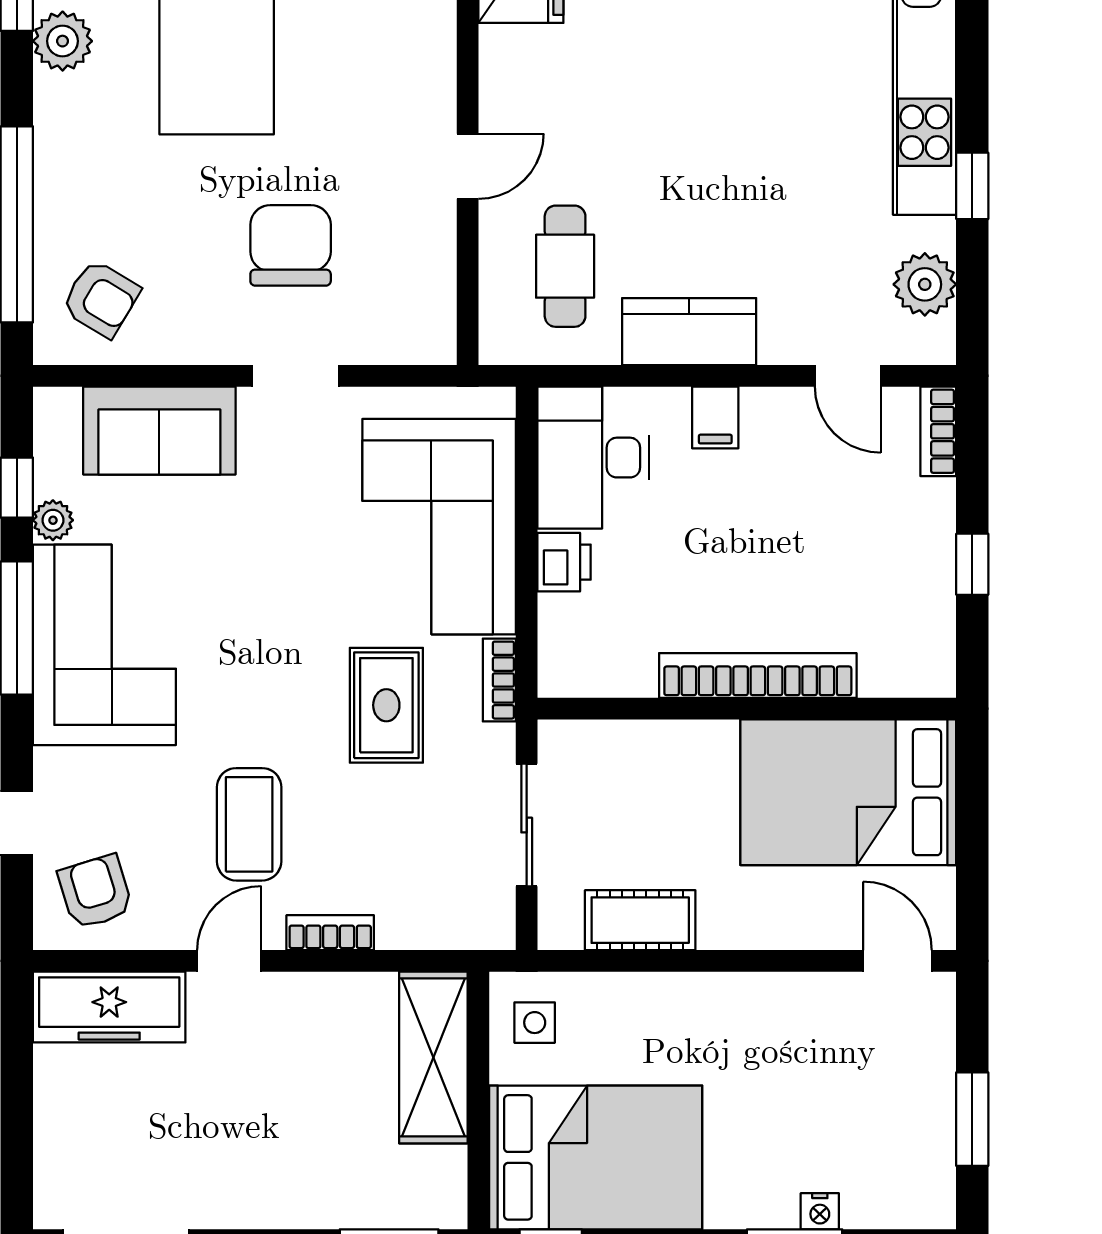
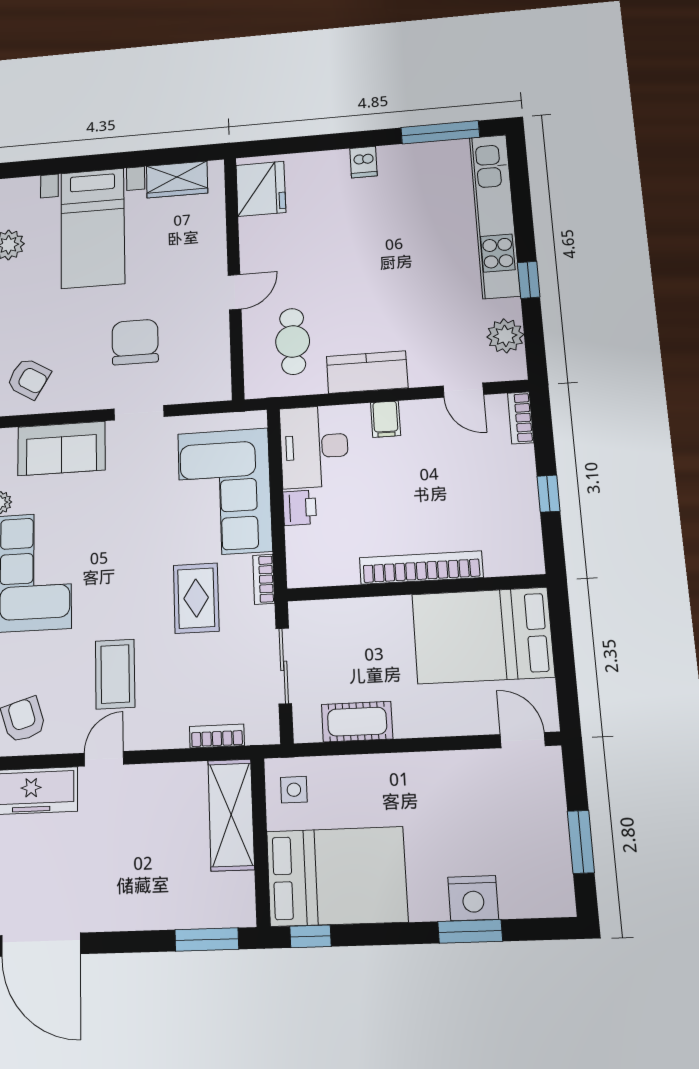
bookcase: (330, 933) -> (217, 736), moved
nightstand: (820, 1211) -> (473, 898), width x1.89, depth x1.79

